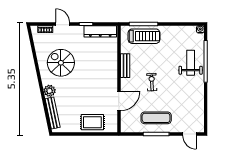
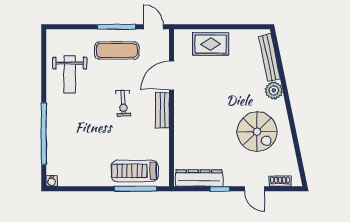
weight bench: (191, 63) -> (70, 74), moved
bench: (125, 66) -> (162, 110), moved
door: (189, 134) -> (154, 27), moved

